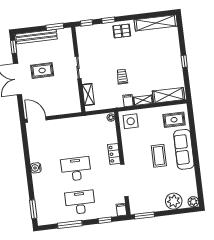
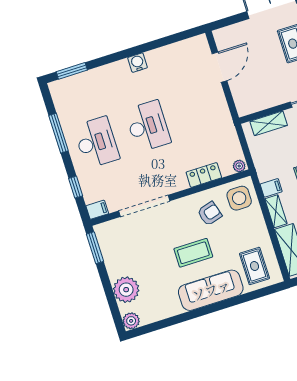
door: (37, 119) -> (220, 67), moved
armchair: (137, 141) -> (210, 214), added
locker: (114, 154) -> (204, 175), moved

